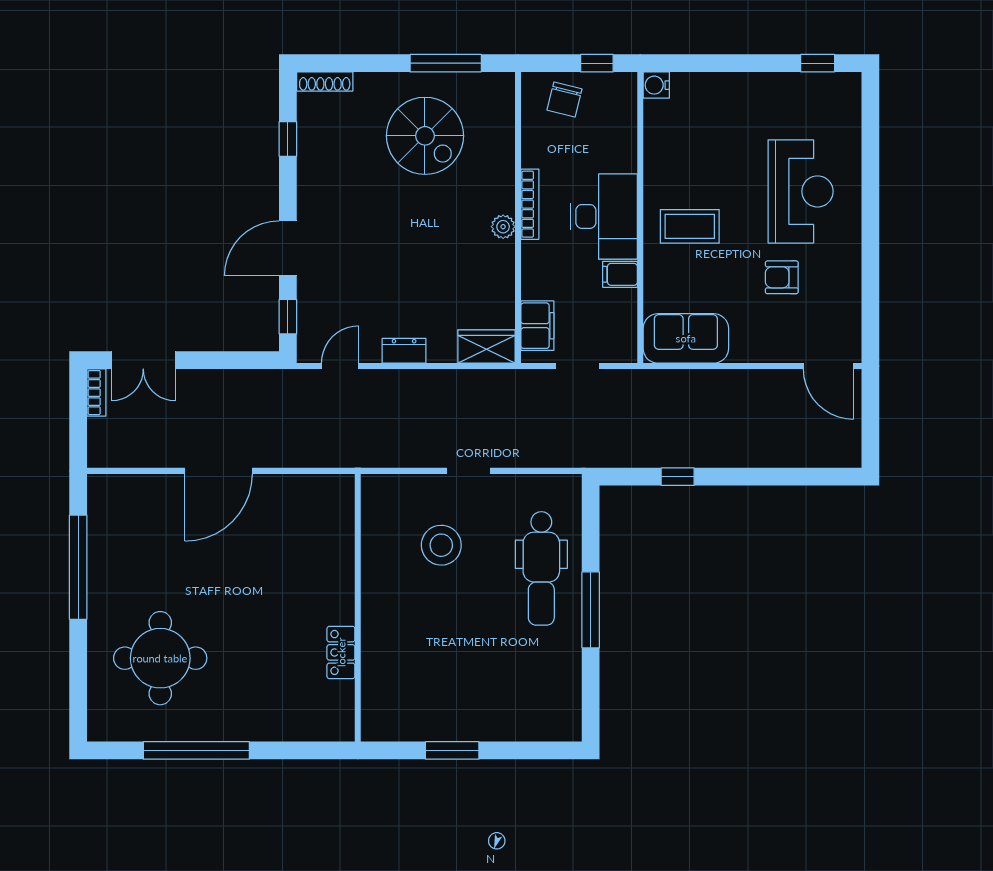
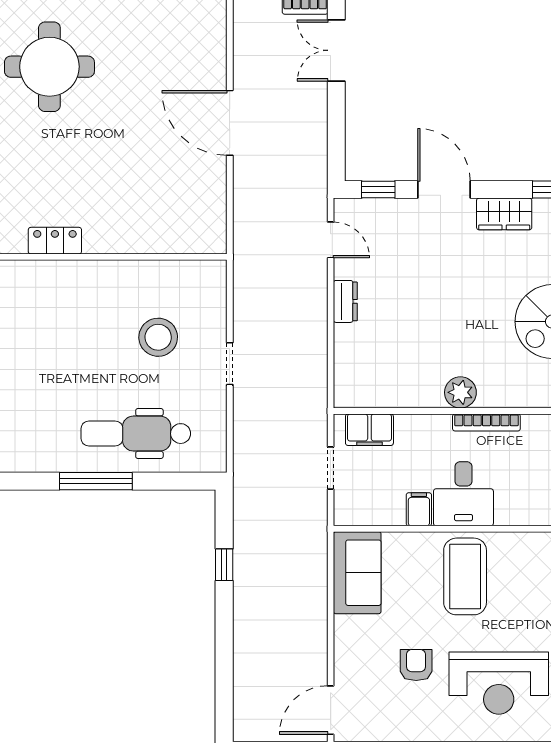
desk: (604, 216) -> (463, 494), width x0.73
coffee table: (690, 226) -> (465, 576), width x1.36, depth x1.32
plant: (503, 227) -> (460, 392), width x1.38, depth x1.38
wardrobe: (486, 347) -> (504, 214), moved, turned 90

